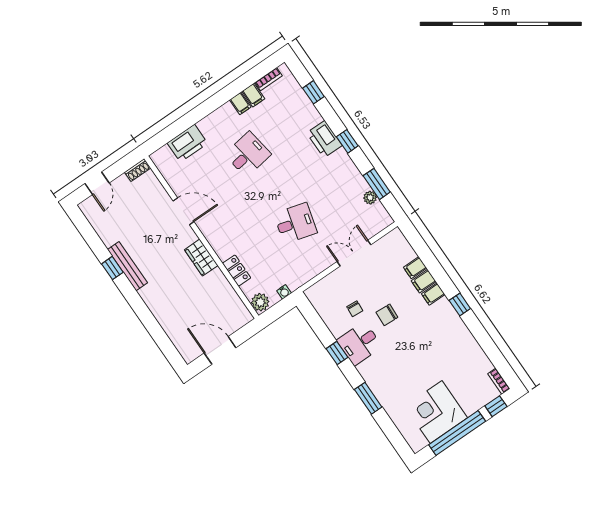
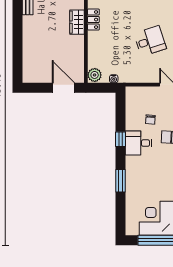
desk: (295, 223) -> (150, 41), turned -33
locker: (237, 271) -> (93, 20), moved
door: (220, 350) -> (63, 88), moved

